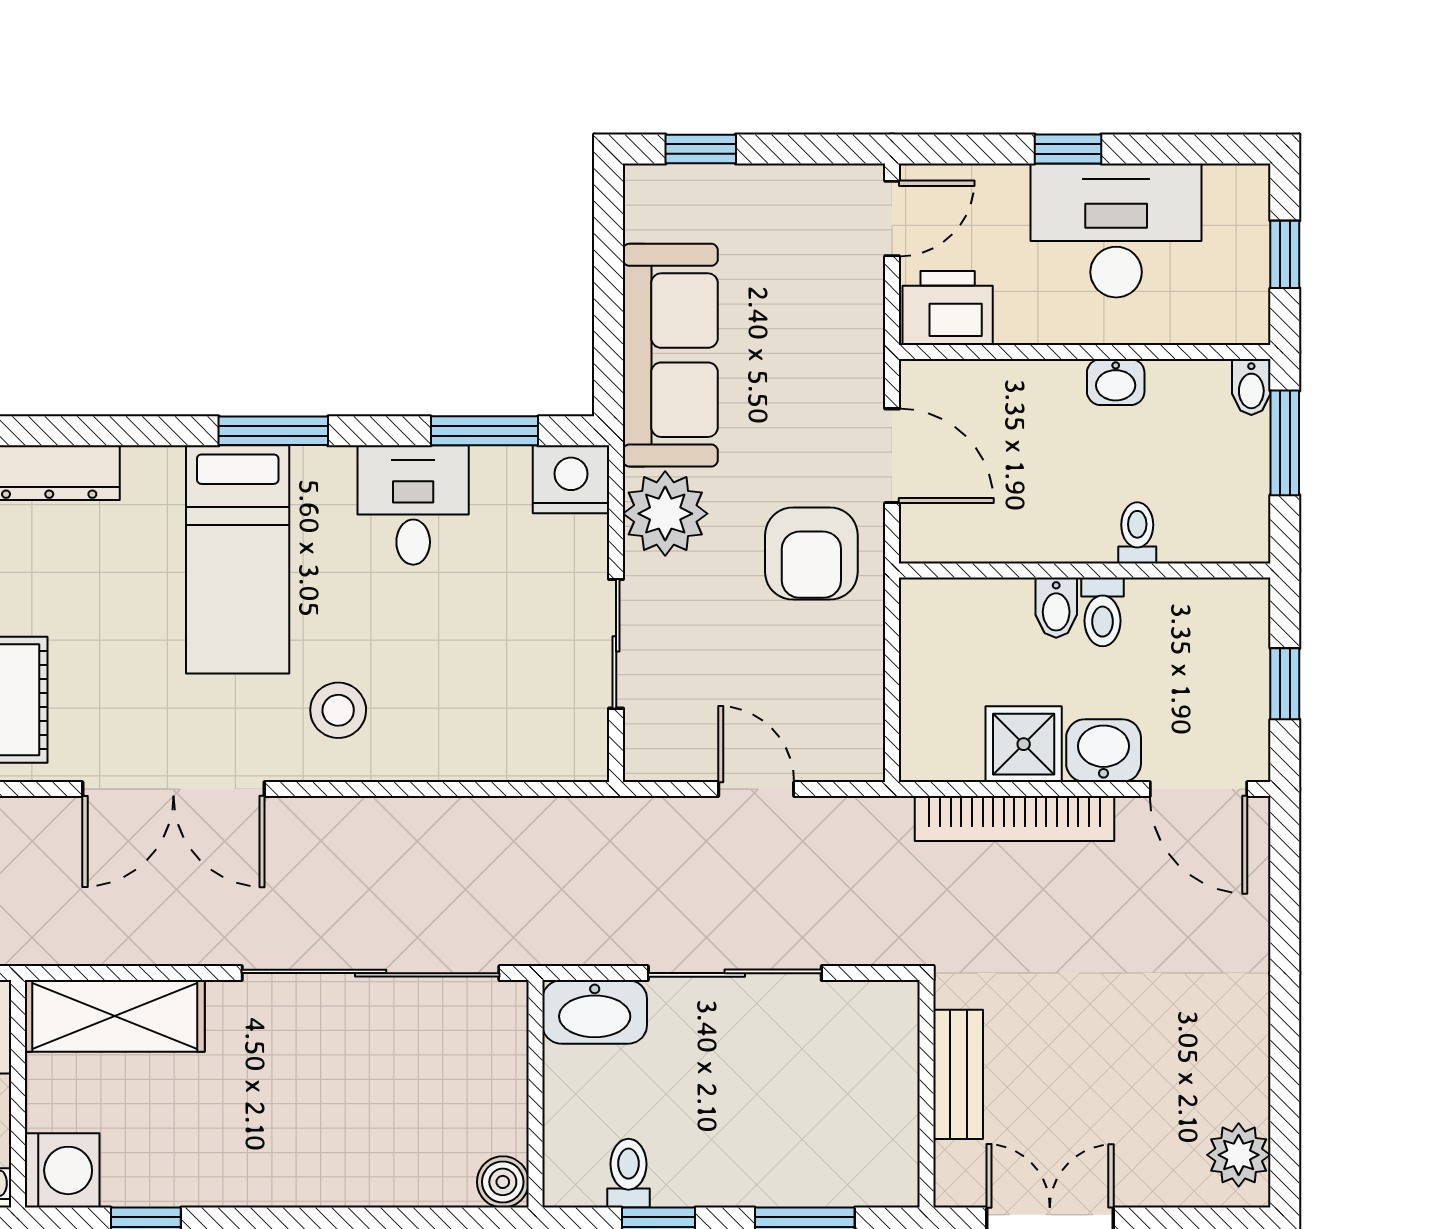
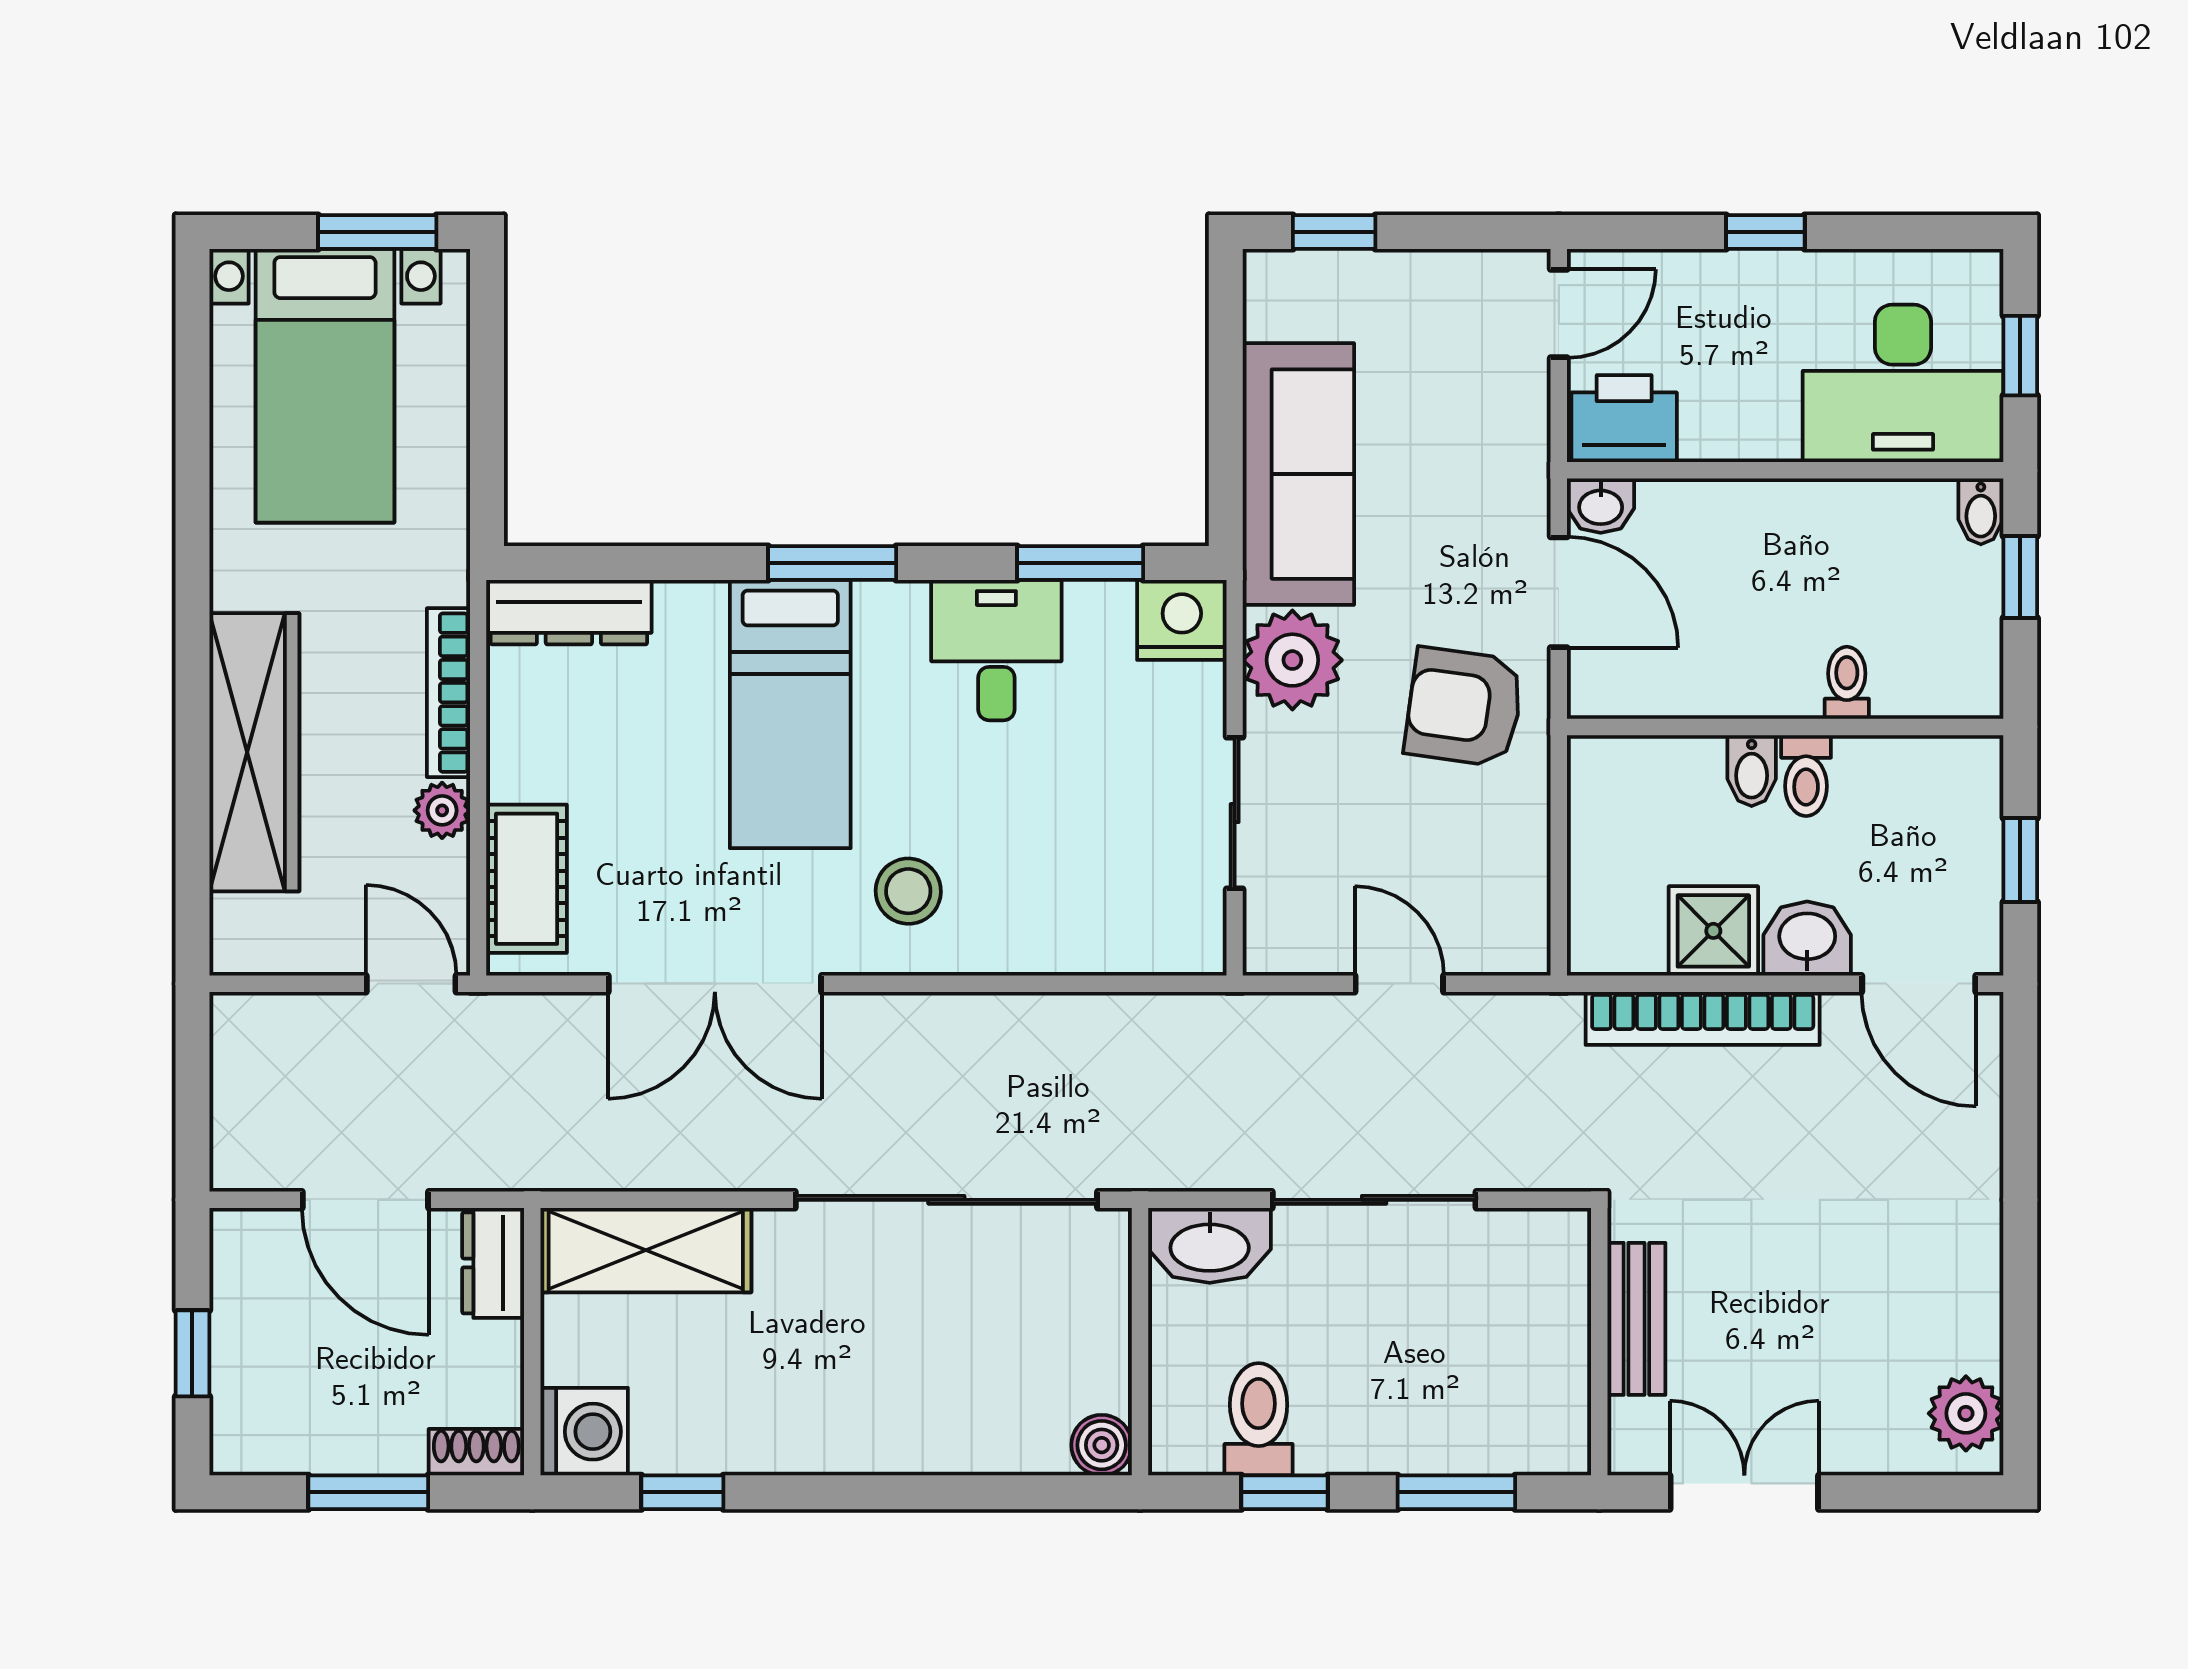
desk: (1116, 230) -> (1903, 383), moved, turned 180
washbasin: (1116, 382) -> (1601, 506), moved
window: (1285, 443) -> (2020, 577), width x0.67
armchair: (811, 554) -> (1464, 707), turned 98
toilet: (629, 1173) -> (1259, 1419), width x1.37, depth x1.39

